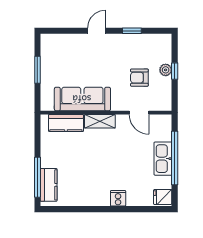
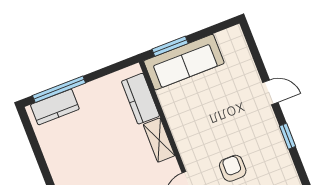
window: (37, 70) -> (170, 46), moved
sofa: (82, 99) -> (184, 62), moved, turned 90

